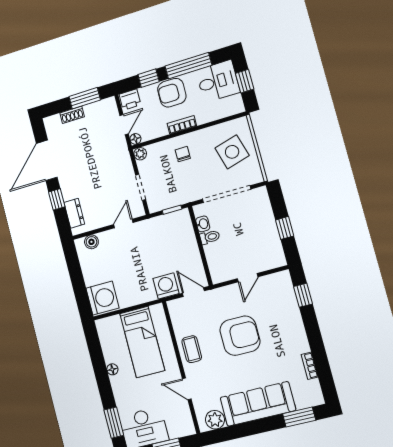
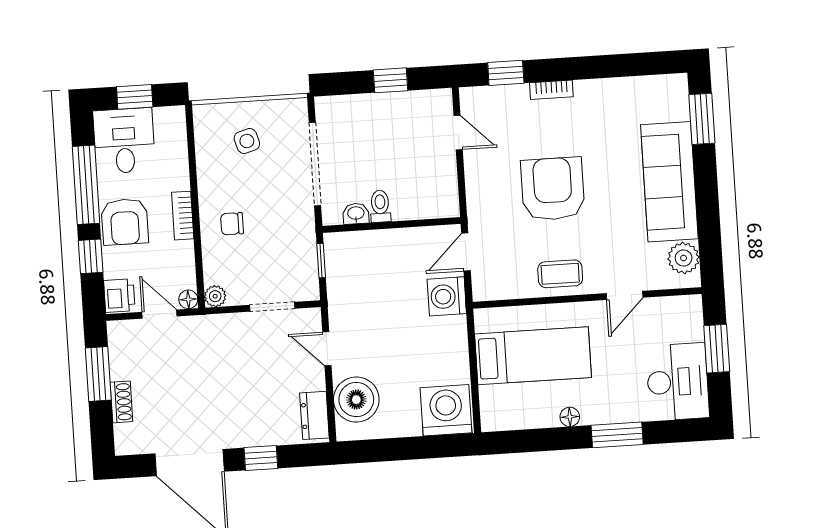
side table: (232, 152) -> (247, 141), width x0.54, depth x0.54
dresser: (74, 213) -> (314, 415), moved, turned -90
boiler: (91, 242) -> (356, 400), width x1.86, depth x1.86
door: (248, 278) -> (458, 133), moved
bookcase: (310, 366) -> (551, 90), moved
window: (114, 423) -> (617, 435), moved

